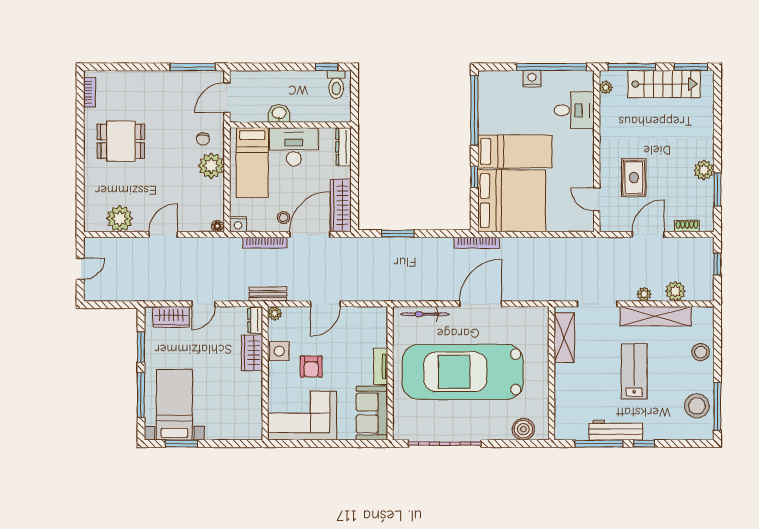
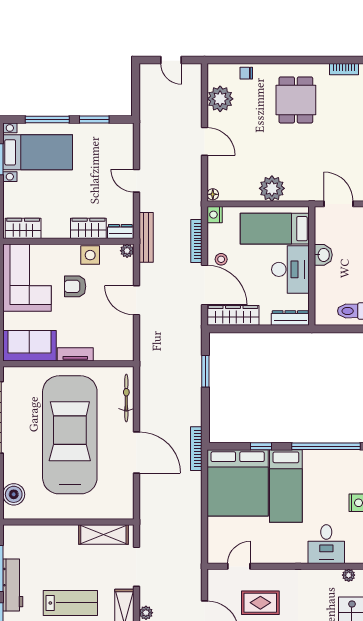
chair: (203, 139) -> (246, 73), moved
bench: (268, 294) -> (146, 237), width x1.36
wardrobe: (171, 317) -> (23, 228), moved, turned 90

